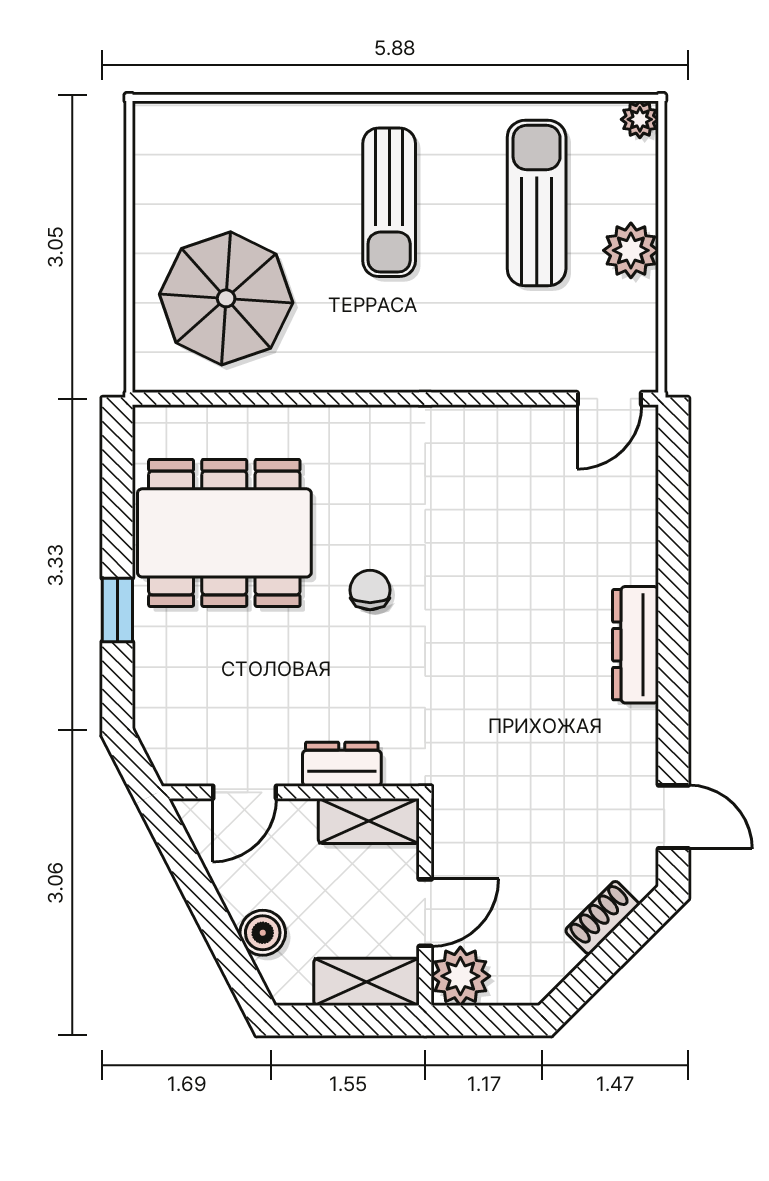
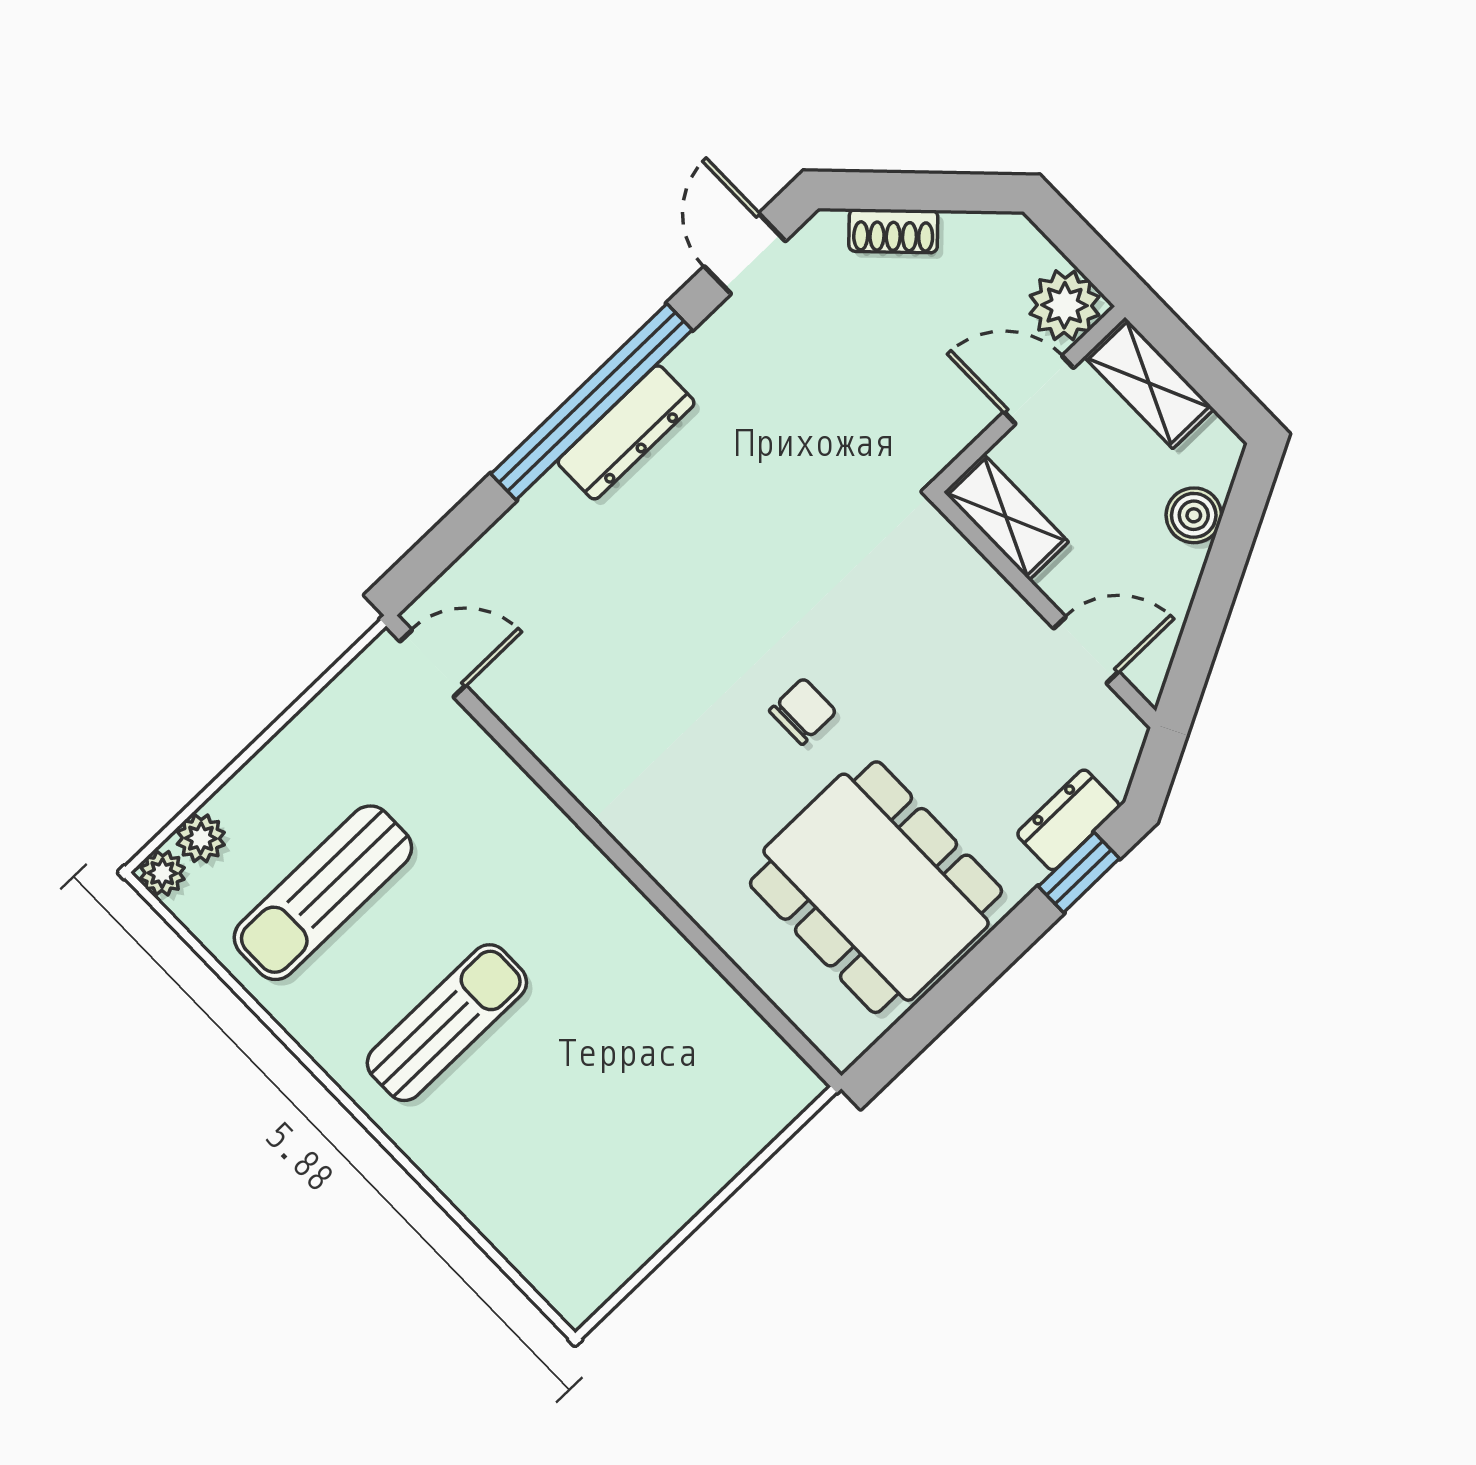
plant: (631, 250) -> (201, 838), moved, width x0.73, depth x0.73
parasol: (226, 298) -> (669, 1084), removed
chair: (370, 590) -> (803, 711), turned 180
window: (117, 610) -> (1079, 872), moved
window: (673, 642) -> (591, 402), added
dresser: (342, 764) -> (1068, 820), moved, turned 90

